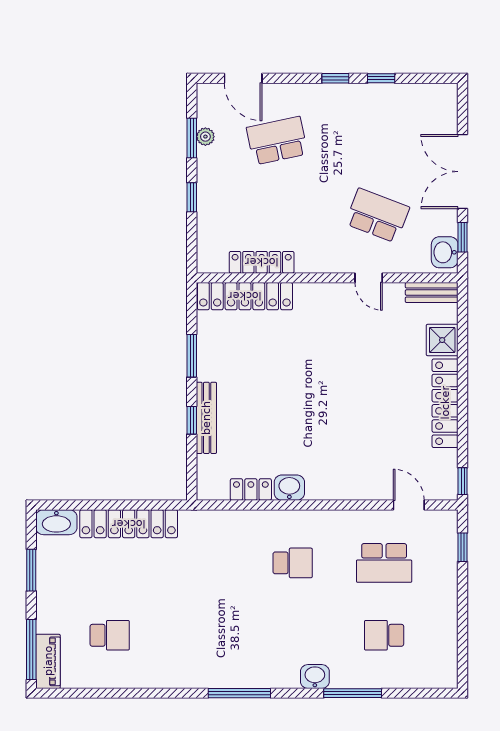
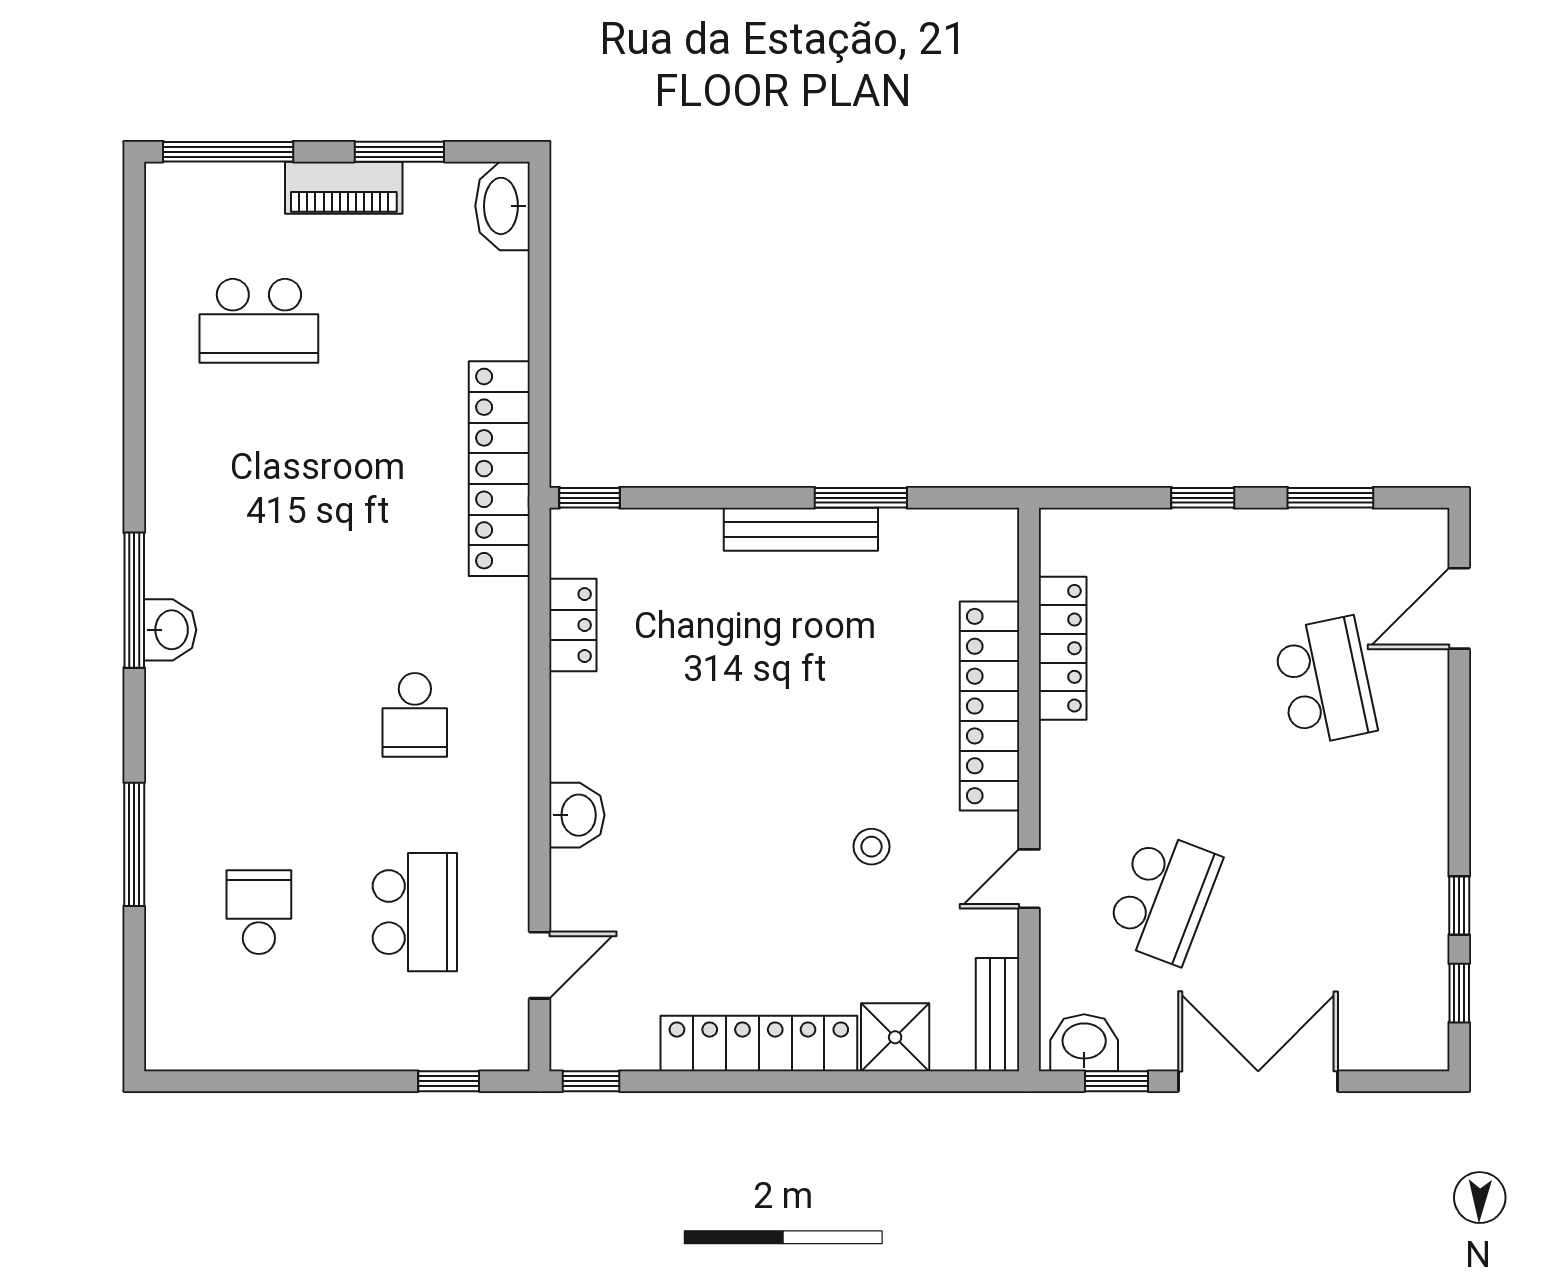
window: (335, 78) -> (1459, 993), moved
plant: (205, 137) -> (1333, 527), removed
locker: (245, 296) -> (990, 706), moved
stool: (354, 351) -> (871, 847), added
bench: (206, 418) -> (801, 529), moved
window: (192, 420) -> (589, 498), moved
washbasin: (289, 488) -> (577, 815), moved
locker: (129, 524) -> (499, 469), moved
school desk: (384, 563) -> (415, 912), turned 180
school desk: (110, 635) -> (259, 321), width x1.85
piano: (48, 661) -> (344, 188), moved
washbasin: (315, 676) -> (170, 630), moved

